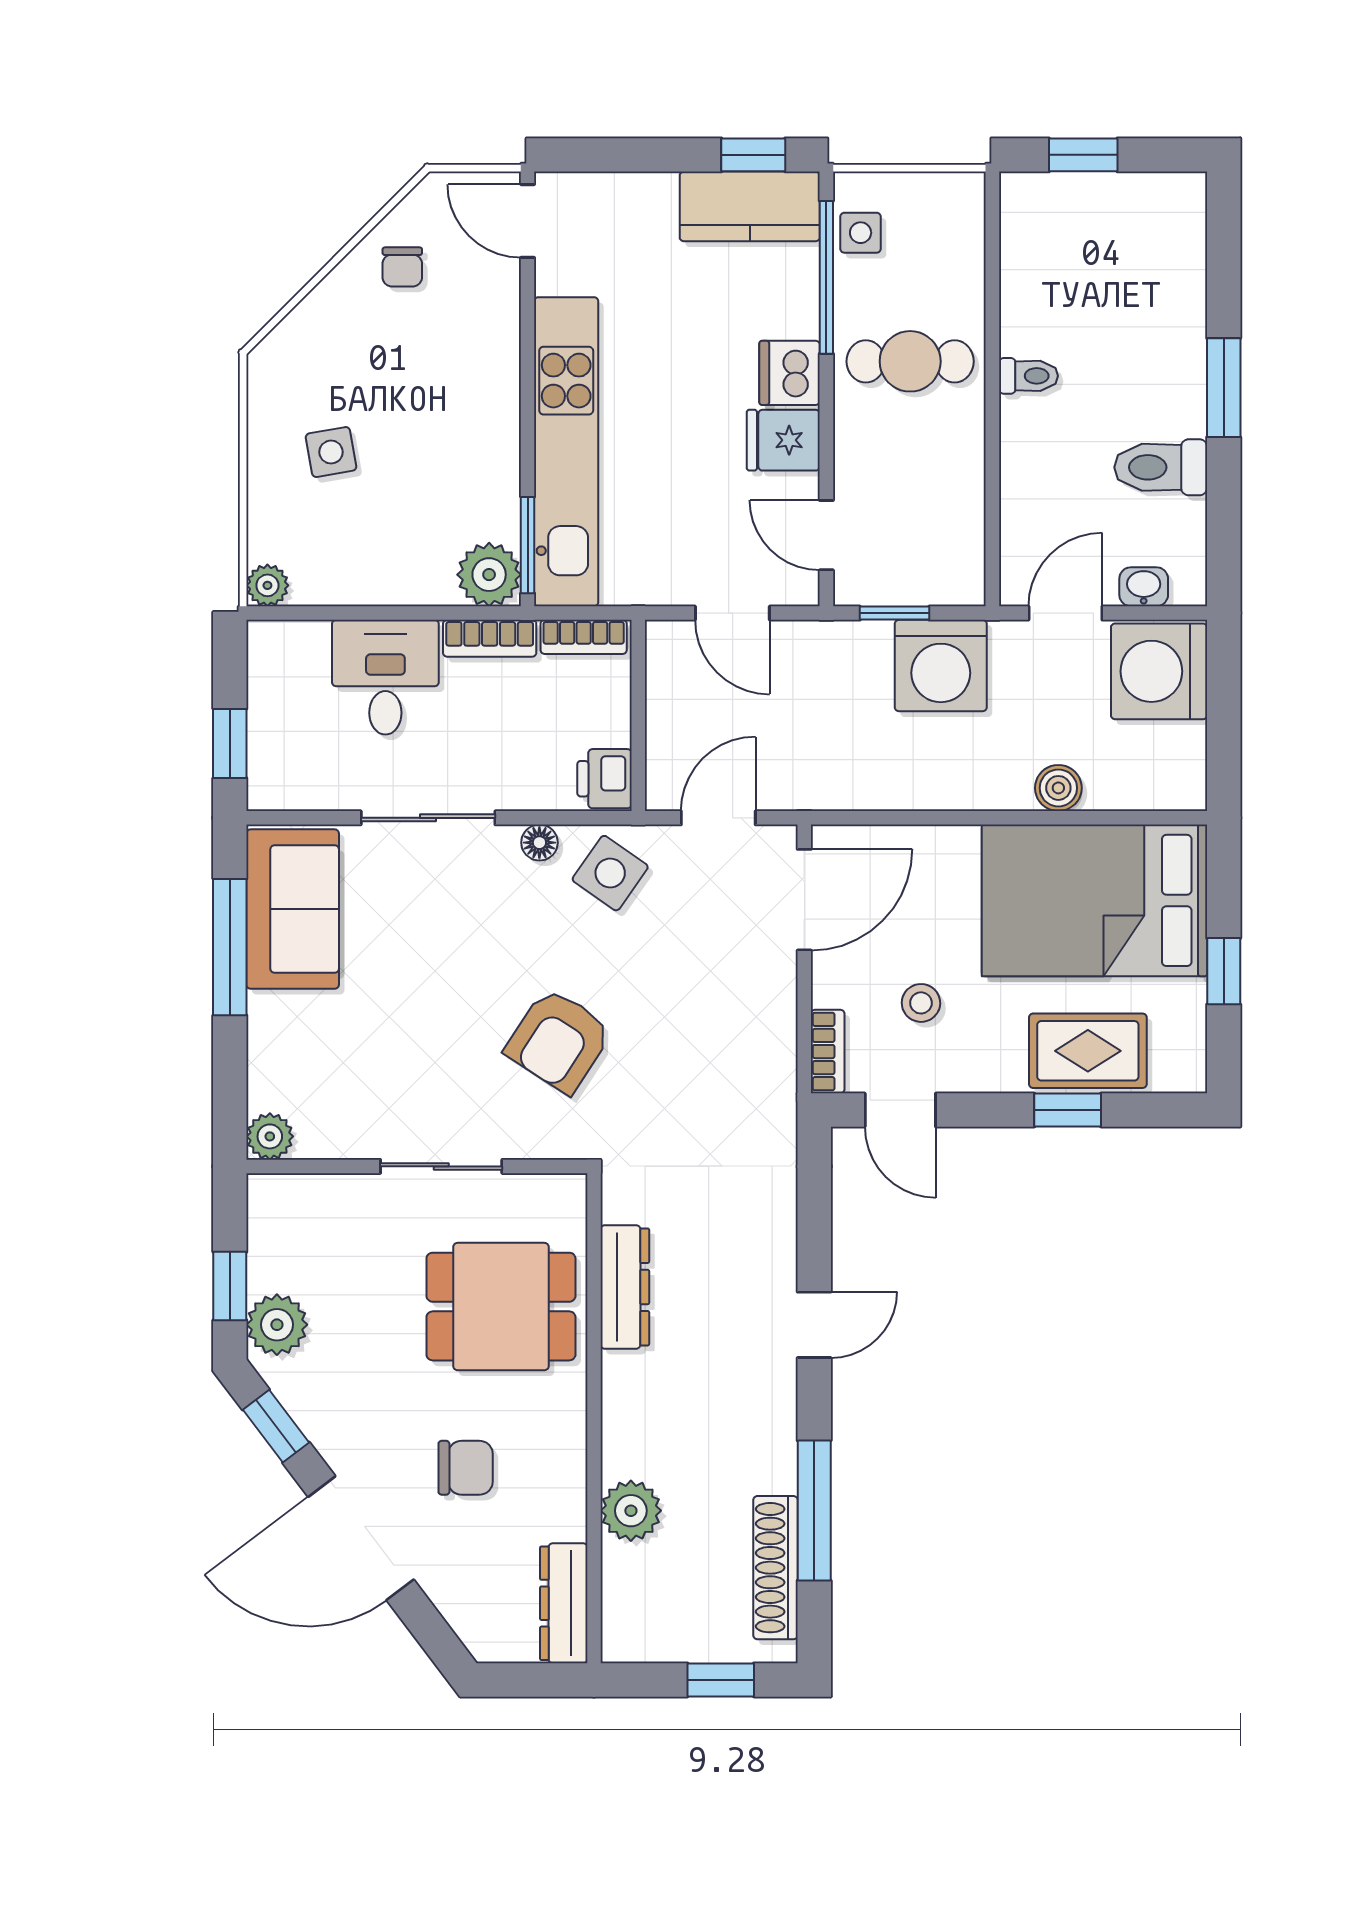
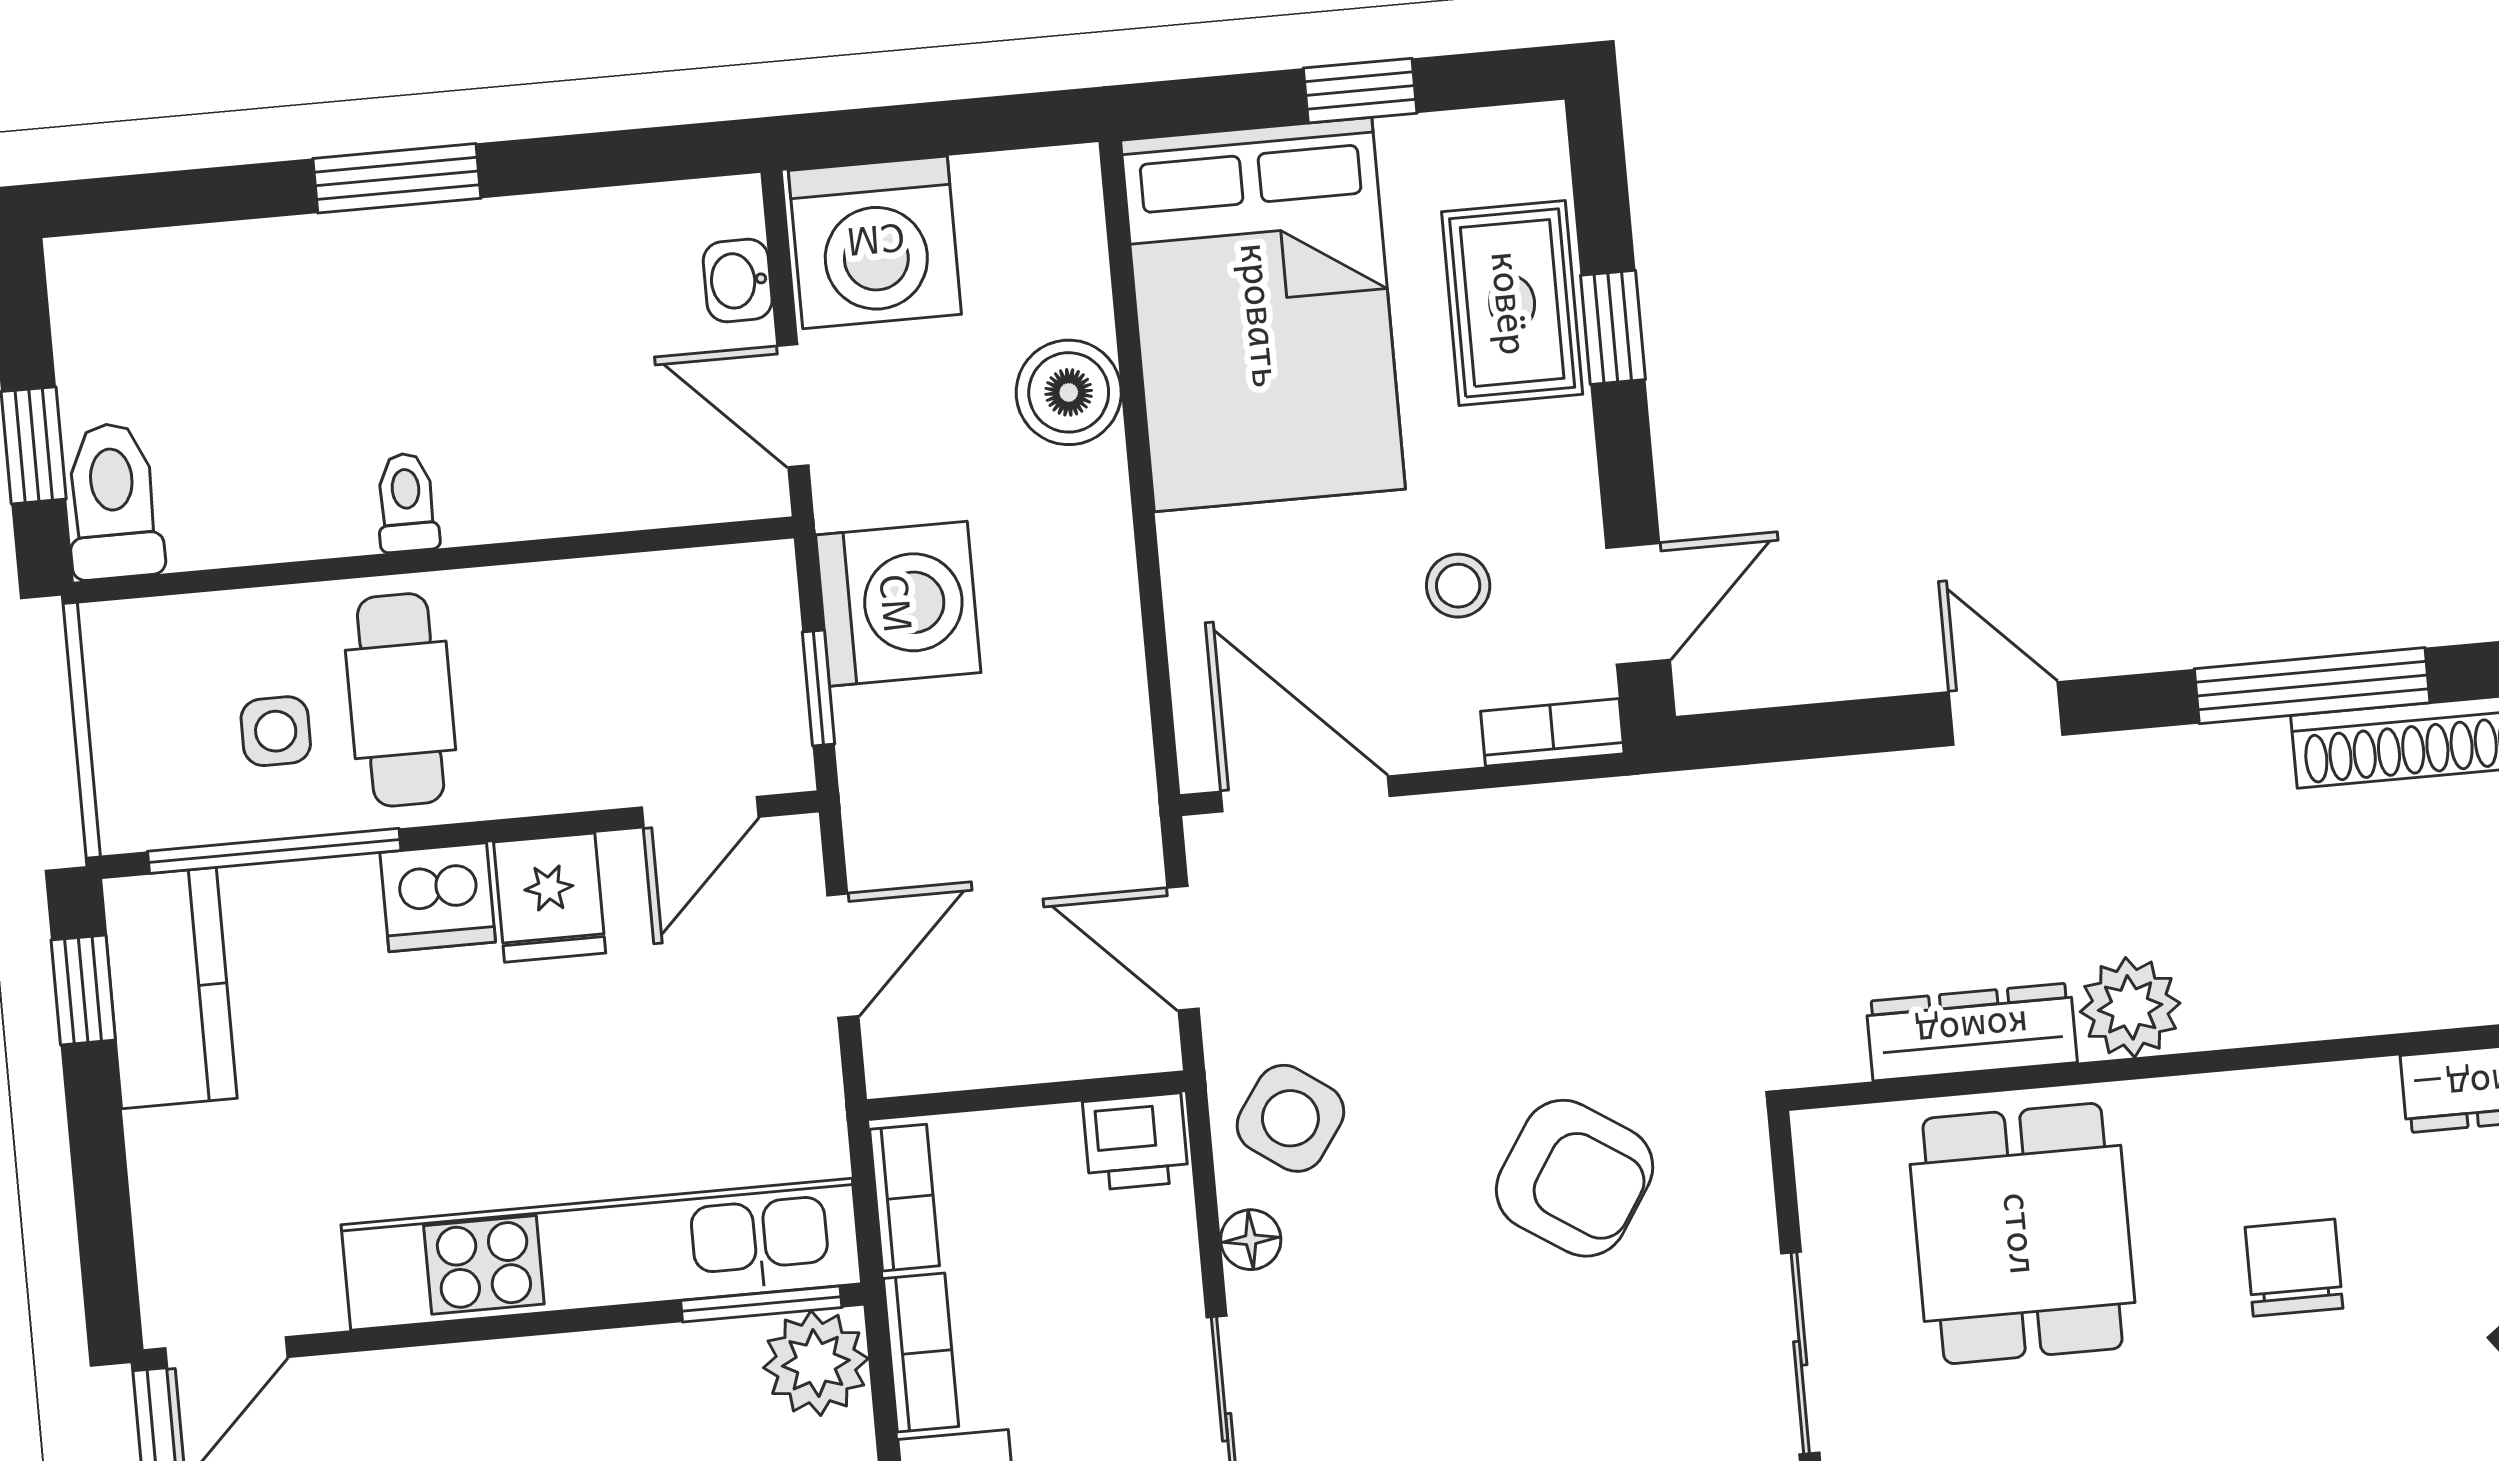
side table: (861, 233) -> (276, 731), moved
toilet: (1161, 467) -> (113, 501), moved, turned 180
boiler: (1058, 788) -> (1069, 392), width x1.36, depth x1.36
plant: (631, 1511) -> (2130, 1007), moved

